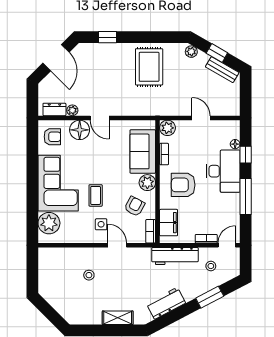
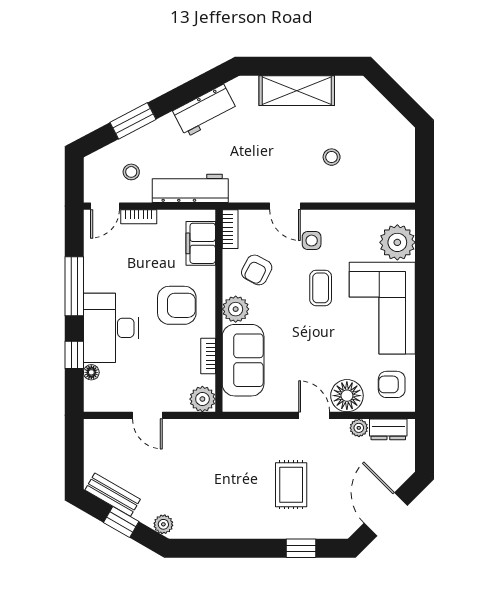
rug: (149, 67) -> (291, 485), moved, width x0.73, depth x0.70
shelving: (118, 318) -> (297, 91), width x1.50, depth x1.33

